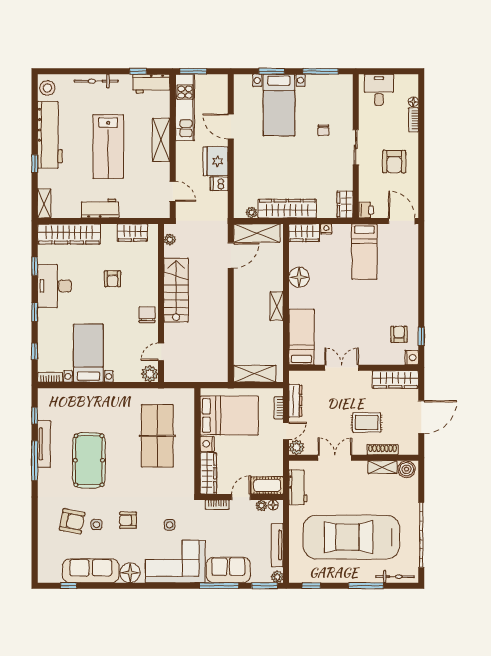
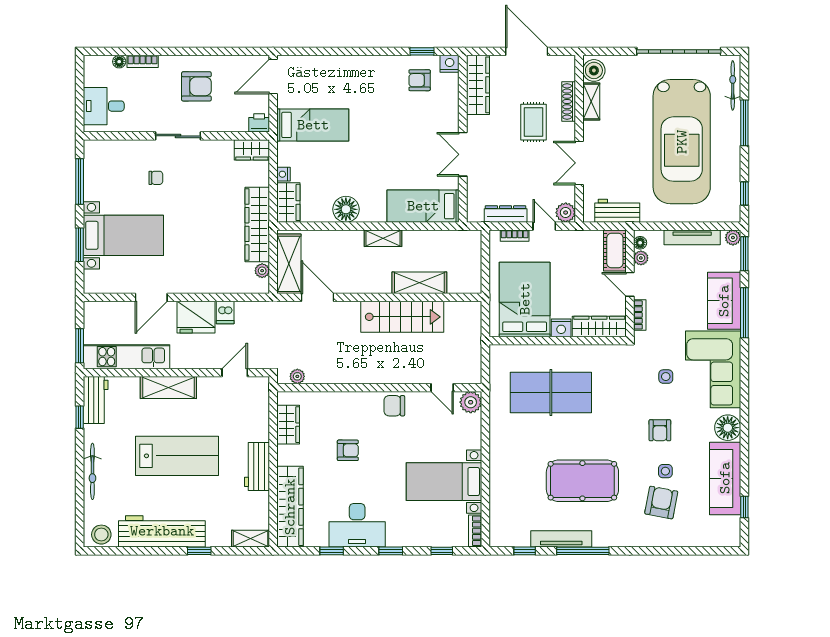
stairs: (176, 290) -> (402, 317), moved, turned 180
shelving: (255, 374) -> (419, 283), moved, turned 90

